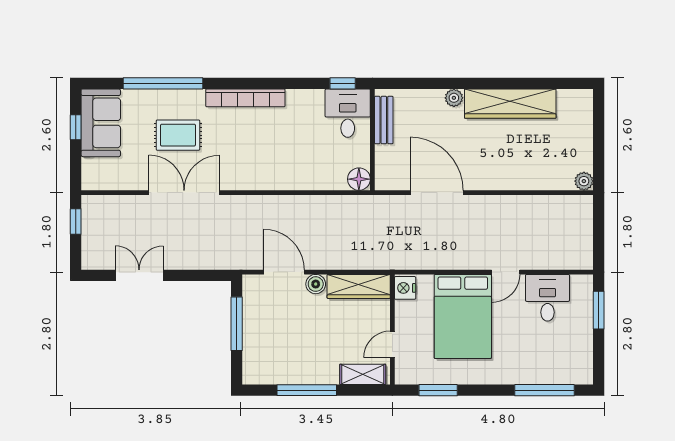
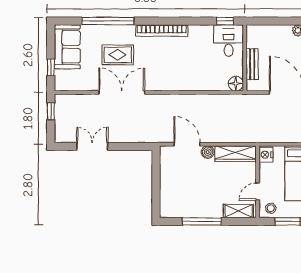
bench: (384, 120) -> (252, 64), moved
window: (76, 127) -> (51, 67), moved
window: (237, 324) -> (156, 178), removed
stool: (412, 370) -> (271, 208), added

